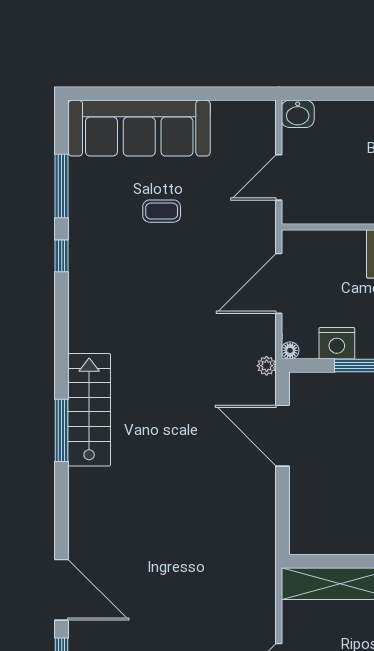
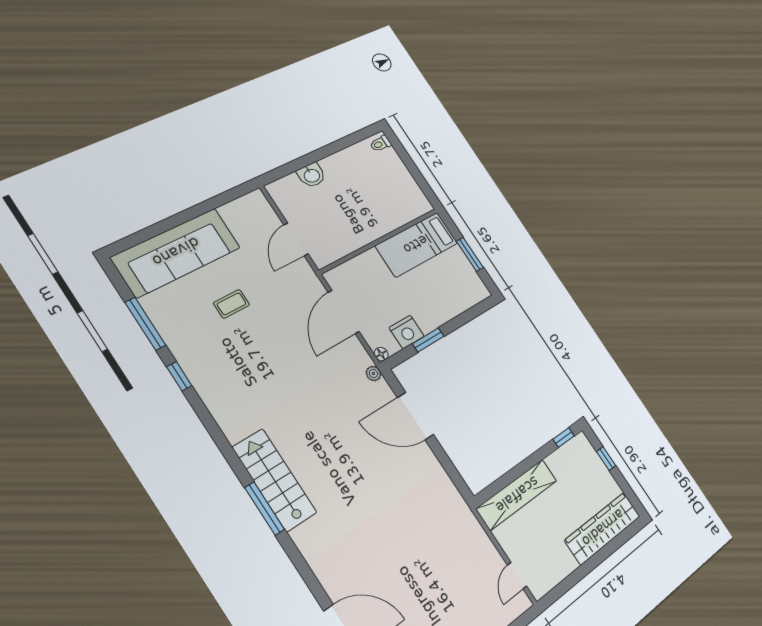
washbasin: (298, 114) -> (312, 175), moved

